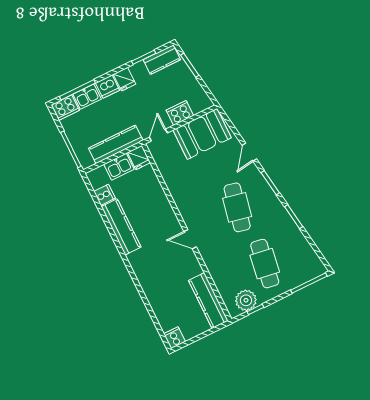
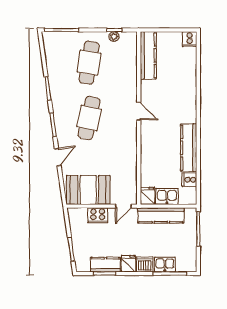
kitchen counter: (162, 60) -> (105, 265), moved
cooker: (65, 107) -> (186, 264), removed
plant: (246, 300) -> (114, 37), width x0.53, depth x0.53

